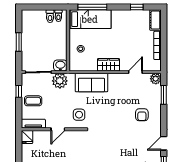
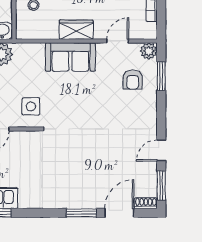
sofa: (91, 83) -> (70, 57), moved
armchair: (142, 115) -> (133, 80), moved

